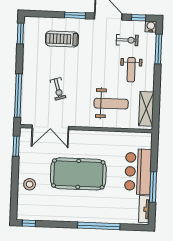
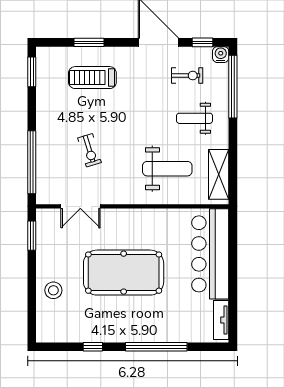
window: (75, 15) -> (89, 42), moved
window: (158, 49) -> (233, 87), width x1.46
weight bench: (131, 70) -> (195, 118), turned 90
double door: (50, 127) -> (80, 206), width x0.73
bar counter: (138, 172) -> (210, 254), width x1.36
window: (153, 187) -> (233, 287), removed
window: (29, 223) -> (93, 347), moved

